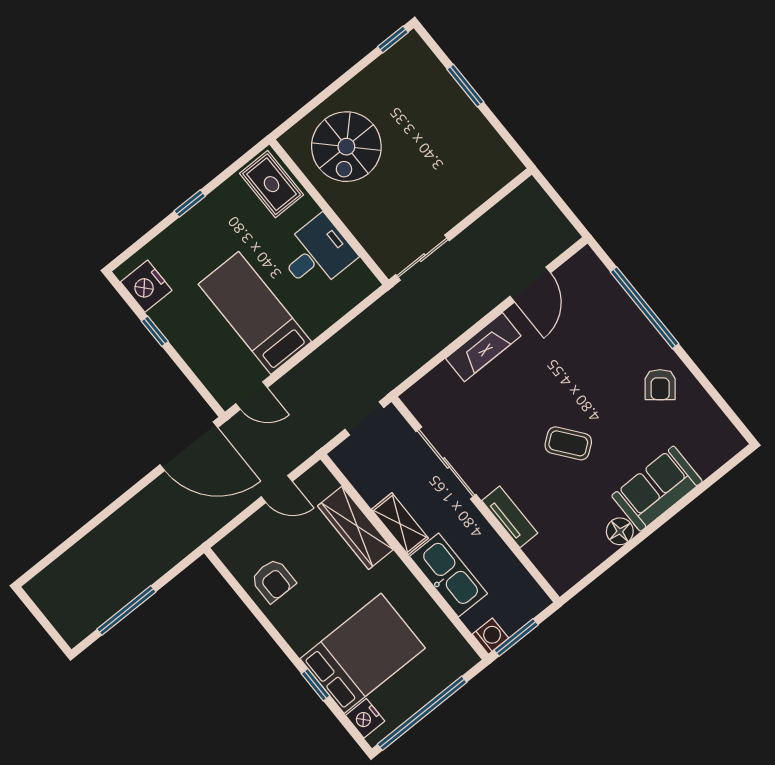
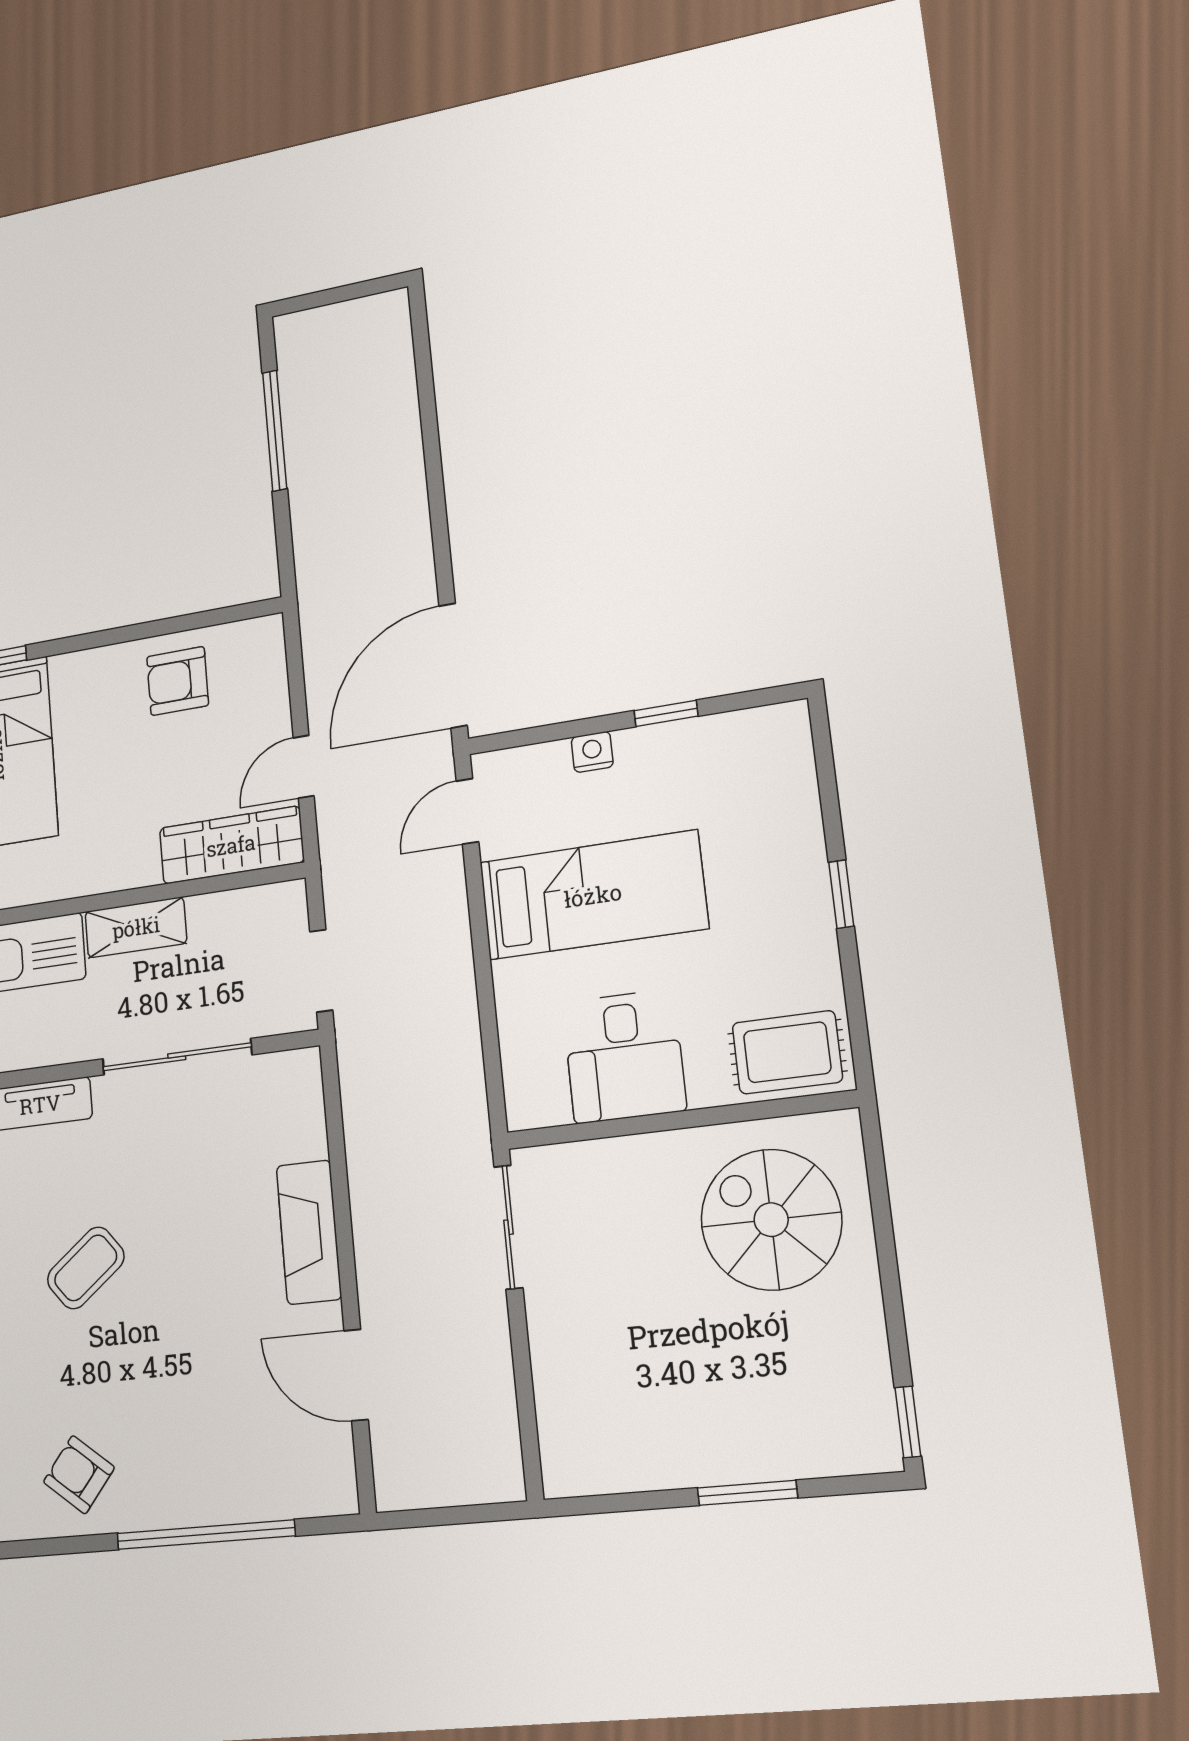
nightstand: (146, 286) -> (592, 752), moved, width x0.53, depth x0.56
wardrobe: (355, 528) -> (231, 845), moved

